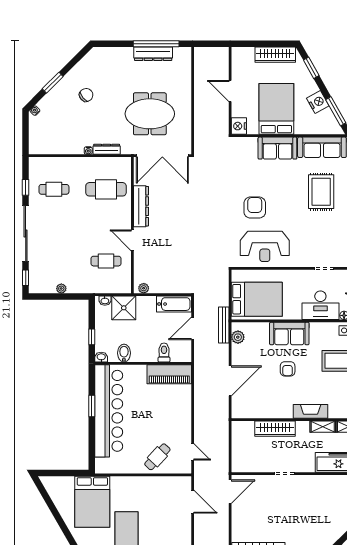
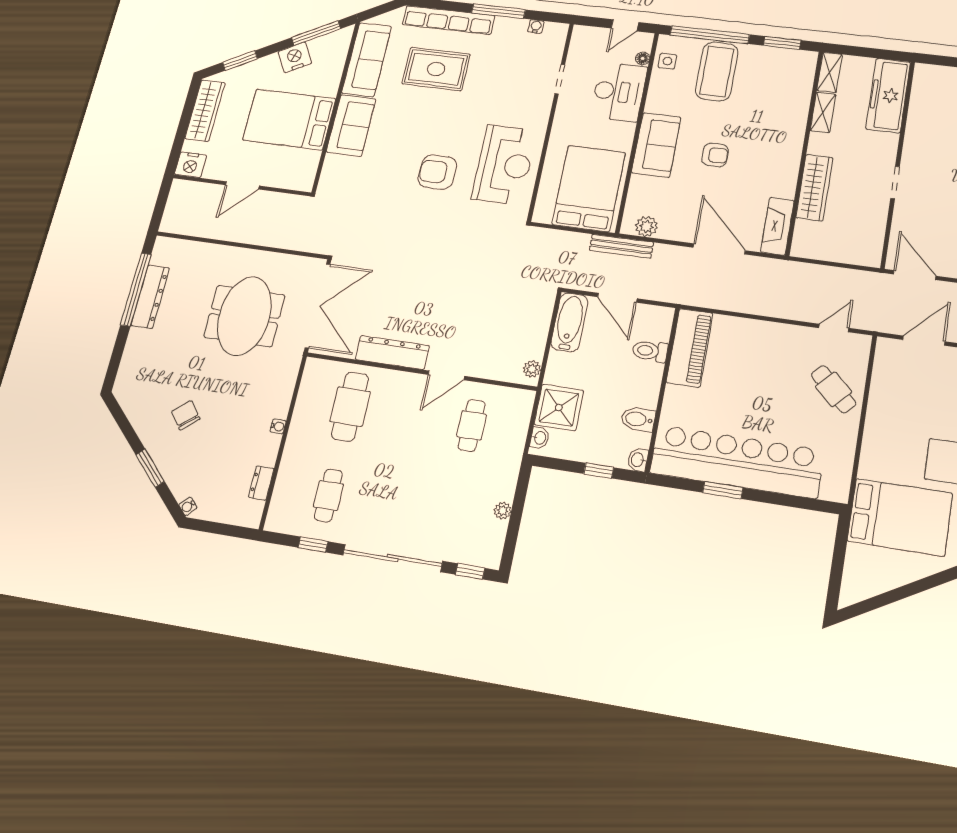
nightstand: (239, 126) -> (191, 165), moved
dresser: (107, 149) -> (261, 483), moved, width x0.70
fireplace: (311, 411) -> (777, 226), moved

